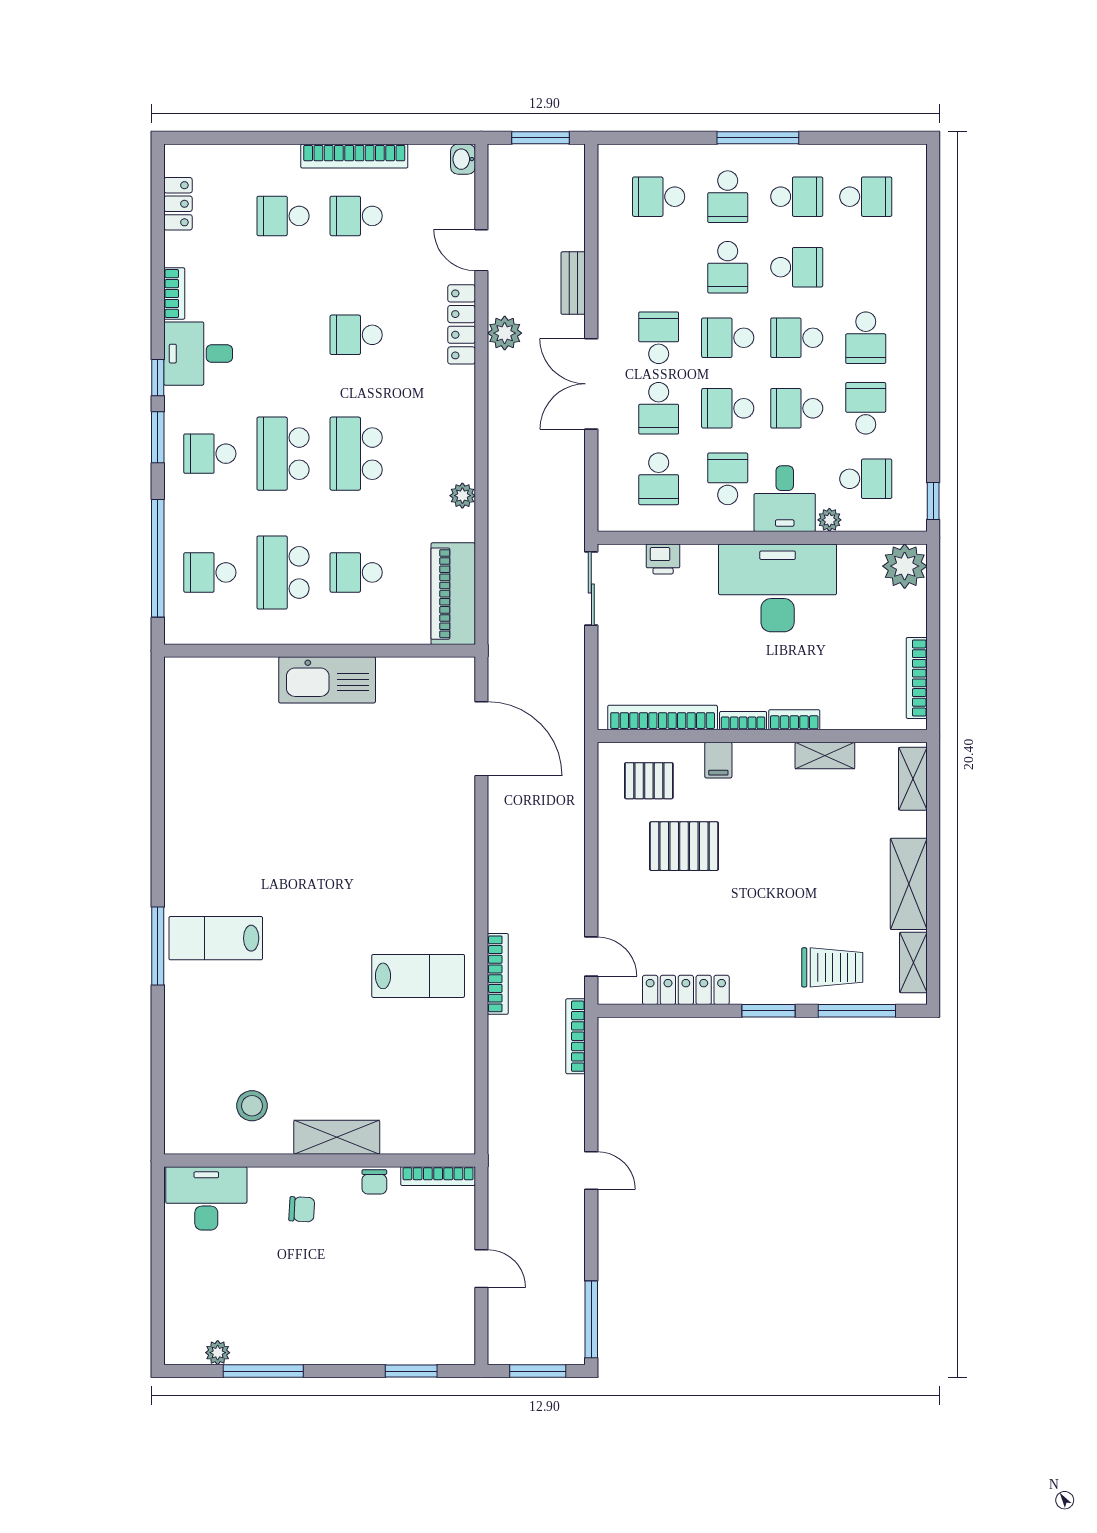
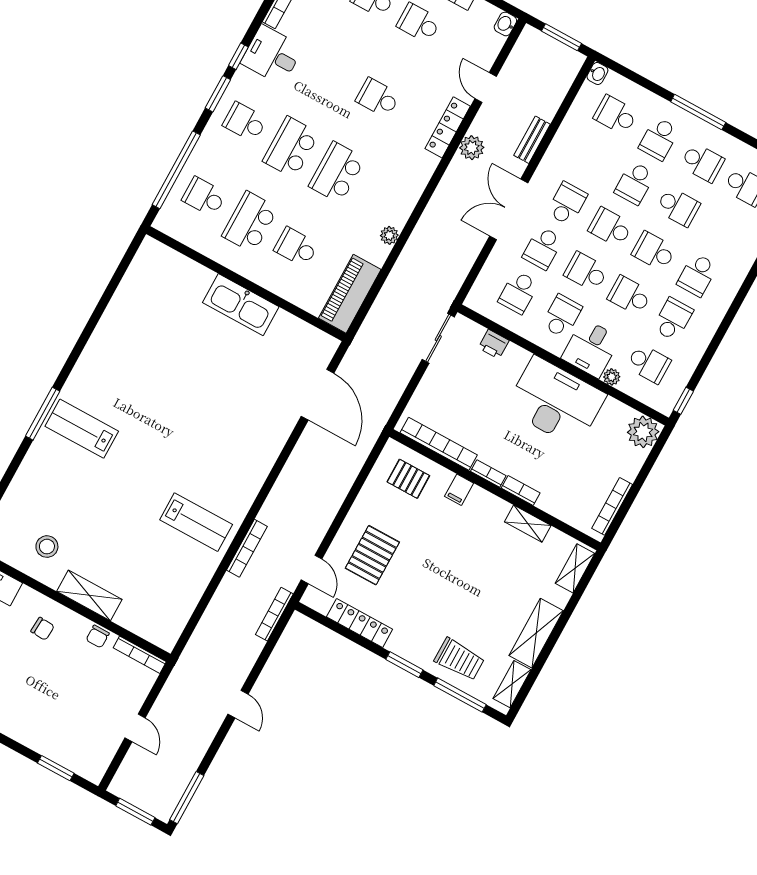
washbasin: (609, 158) -> (597, 73), added
pallet: (684, 846) -> (372, 555), moved, turned 90

